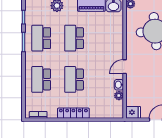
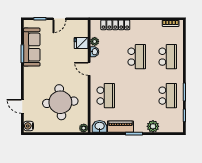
school desk: (74, 38) -> (106, 96), moved
door: (125, 67) -> (89, 69), swing flipped
fridge: (133, 112) -> (81, 43), moved
locker: (73, 113) -> (115, 25), moved

